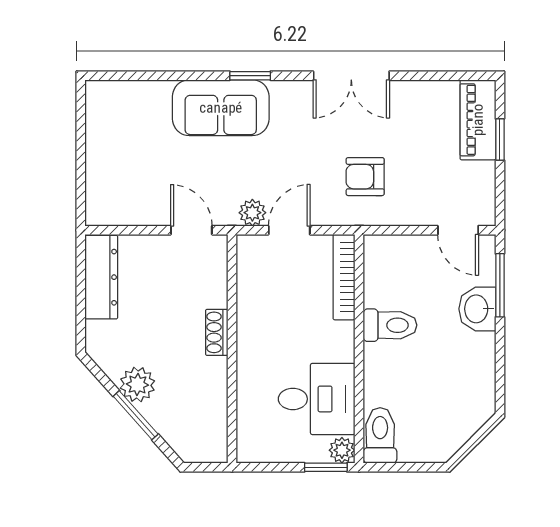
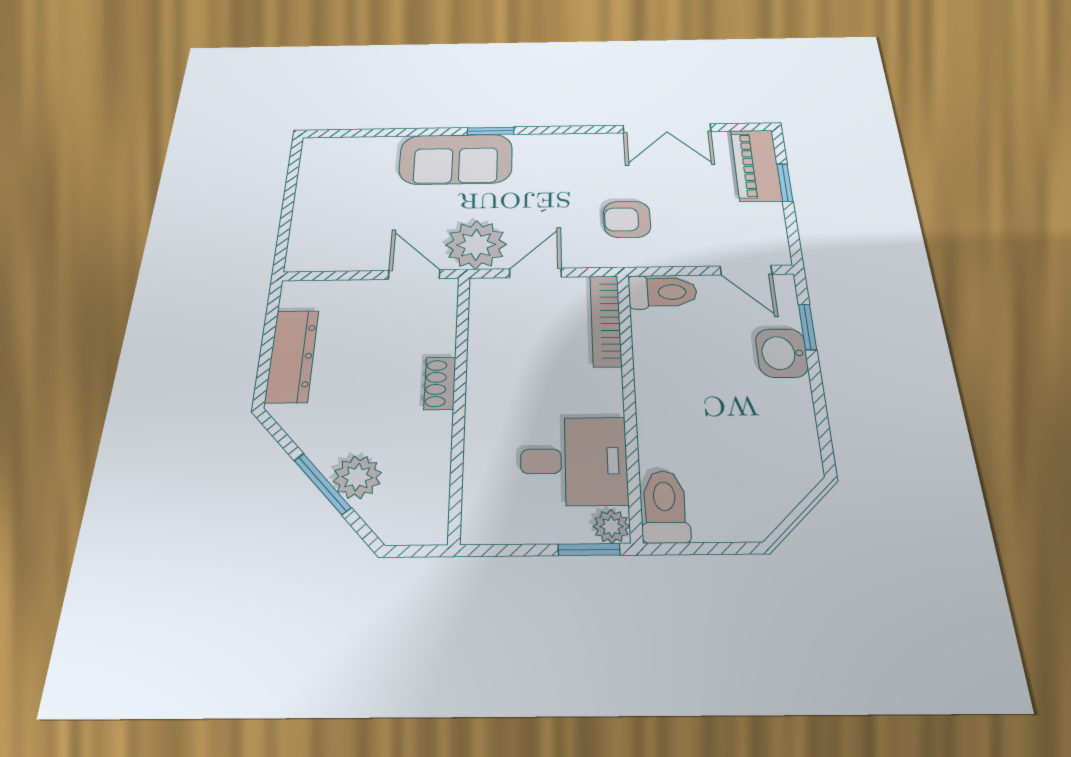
double door: (351, 76) -> (667, 128), moved
plant: (252, 213) -> (476, 245), width x1.88, depth x1.88
dresser: (101, 277) -> (292, 356), moved
window: (500, 285) -> (808, 327), width x0.67
toilet: (390, 325) -> (663, 292), moved
plant: (137, 385) -> (357, 477), moved

